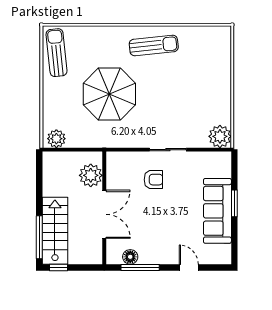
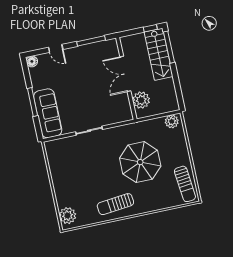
plant: (220, 136) -> (68, 216), moved
armchair: (153, 180) -> (95, 107), removed
window: (234, 203) -> (32, 102), width x1.44
sofa: (217, 211) -> (48, 113), moved
floor lamp: (130, 257) -> (32, 61), moved

